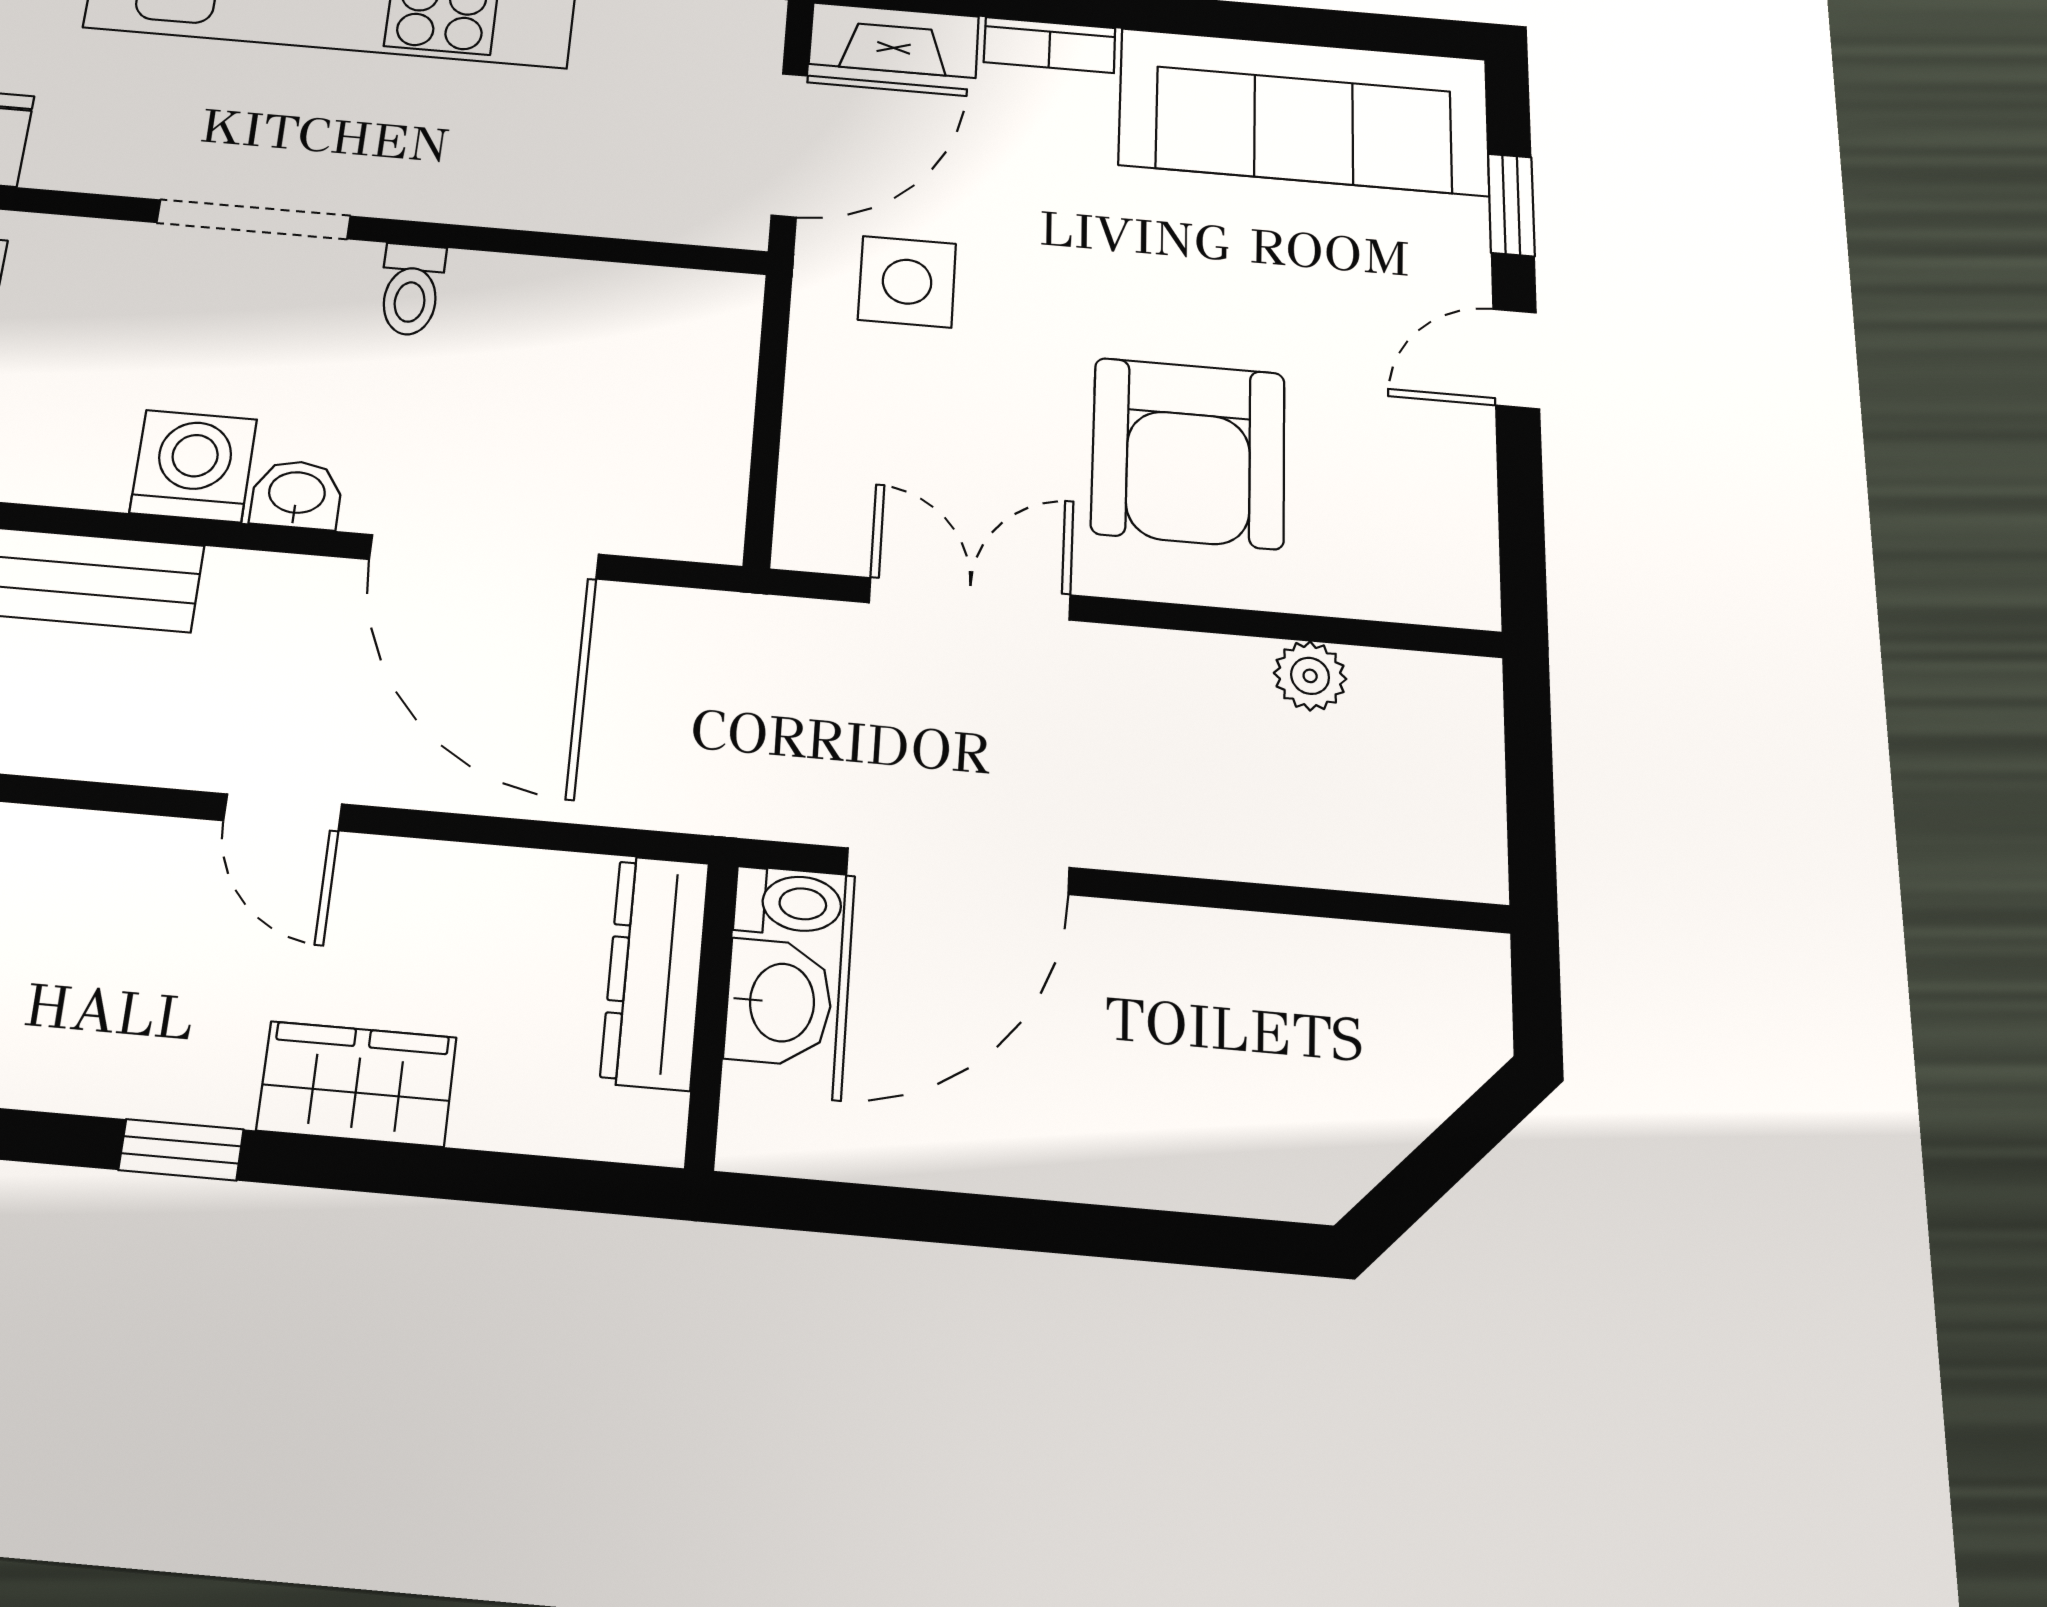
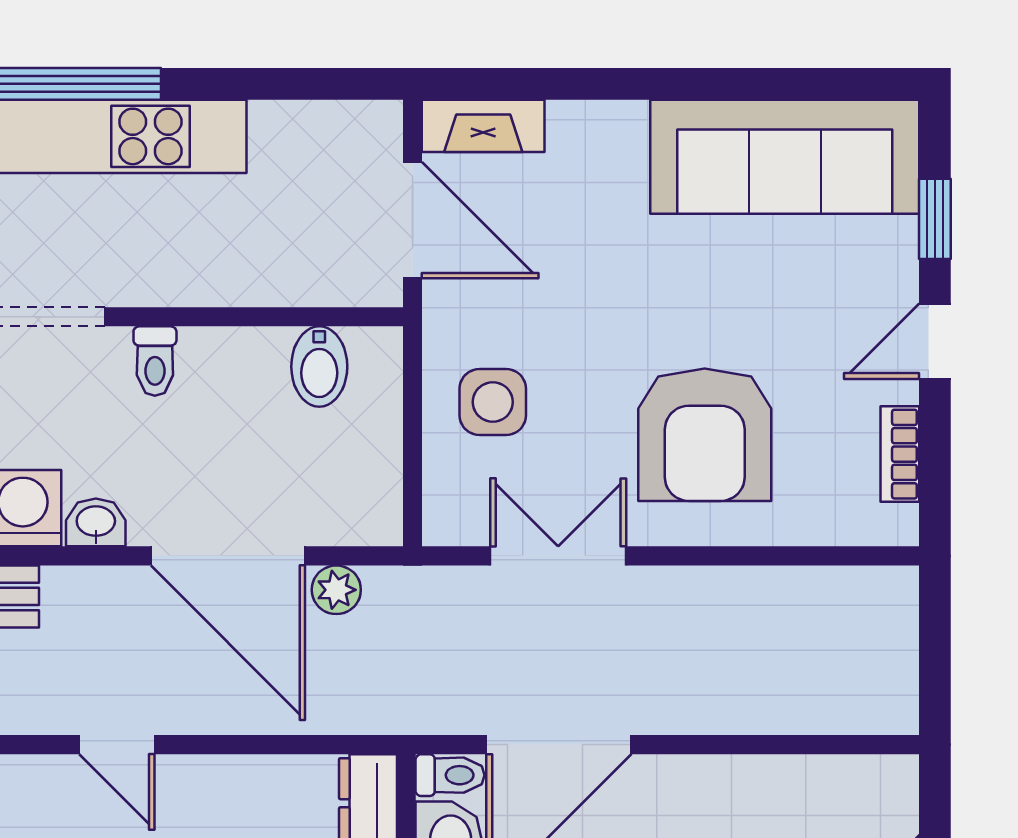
bookcase: (1050, 45) -> (900, 454), moved, turned 90
door: (789, 145) -> (413, 220), hinge flipped
side table: (907, 282) -> (493, 402), moved
bidet: (643, 316) -> (319, 367), added
plant: (1310, 676) -> (336, 590), moved

